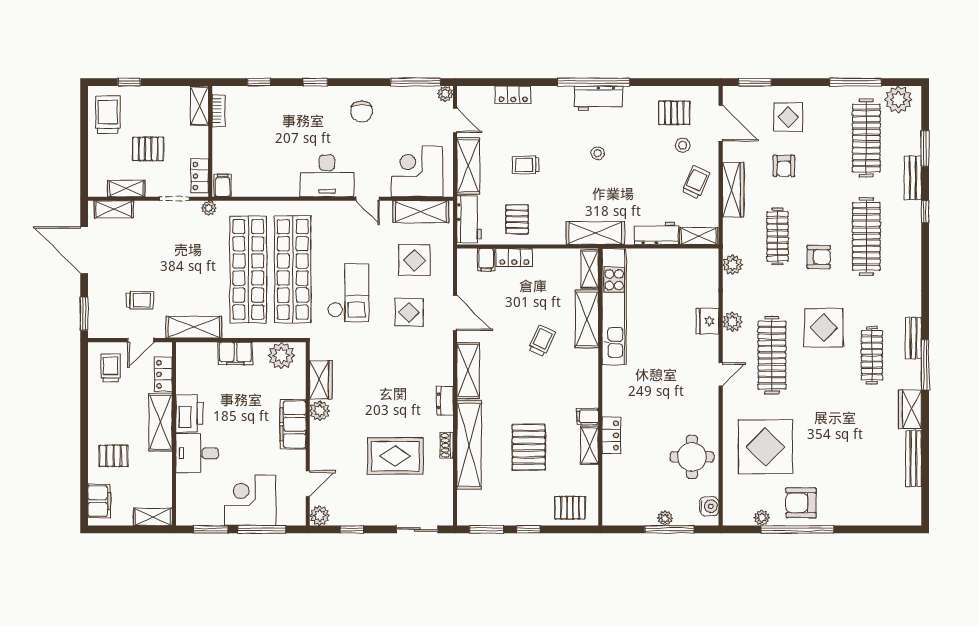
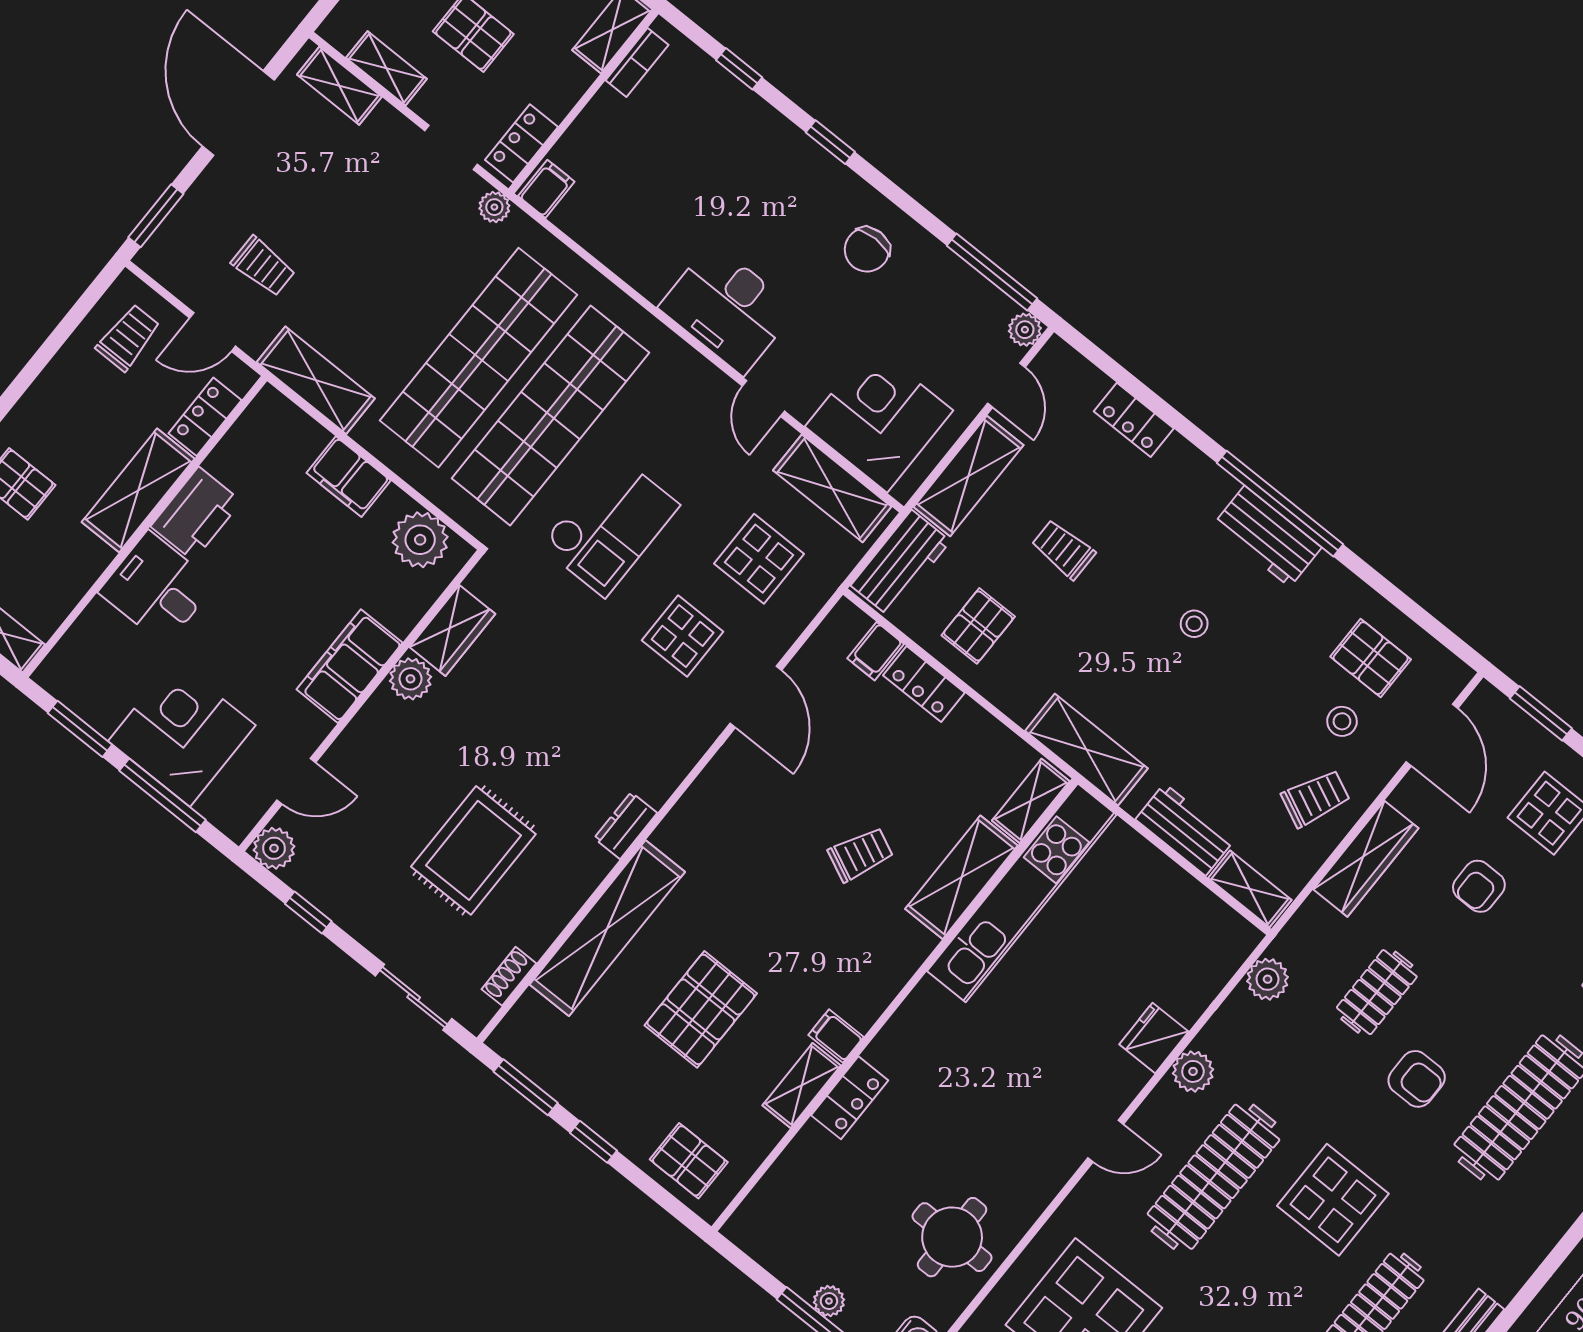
clothes rail: (778, 236) -> (1377, 992), width x0.73
shelving: (468, 371) -> (702, 807), removed
shoe rack: (447, 445) -> (509, 976), moved
rug: (395, 456) -> (473, 850), turned 90

